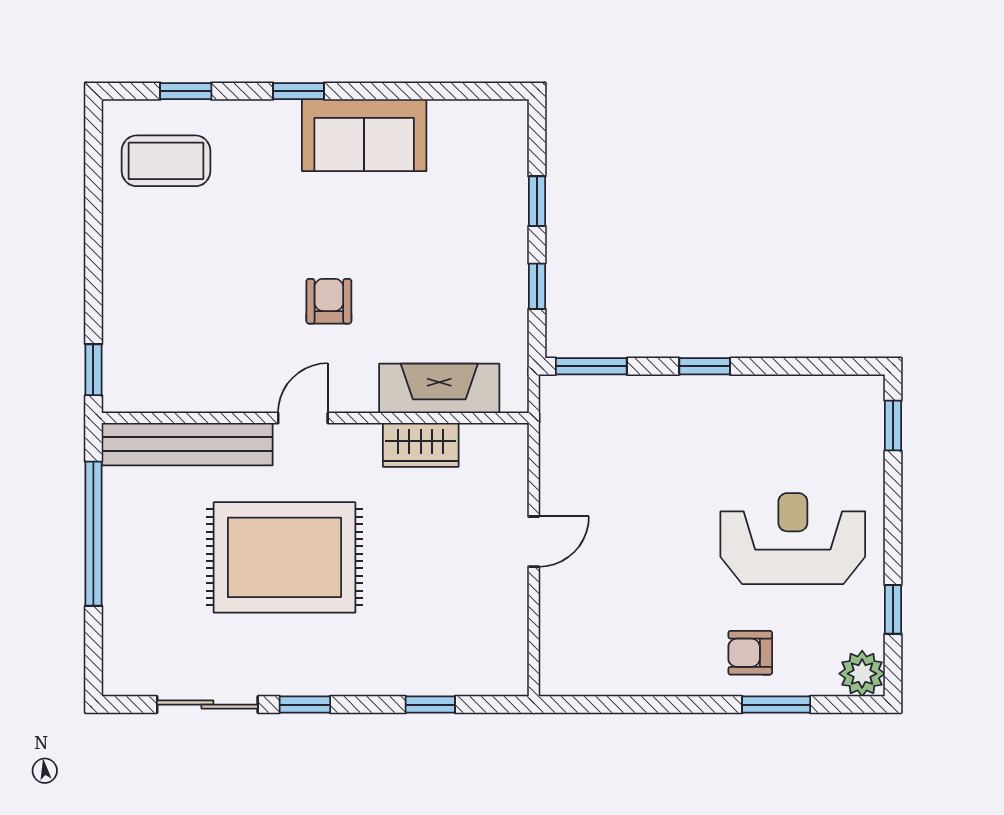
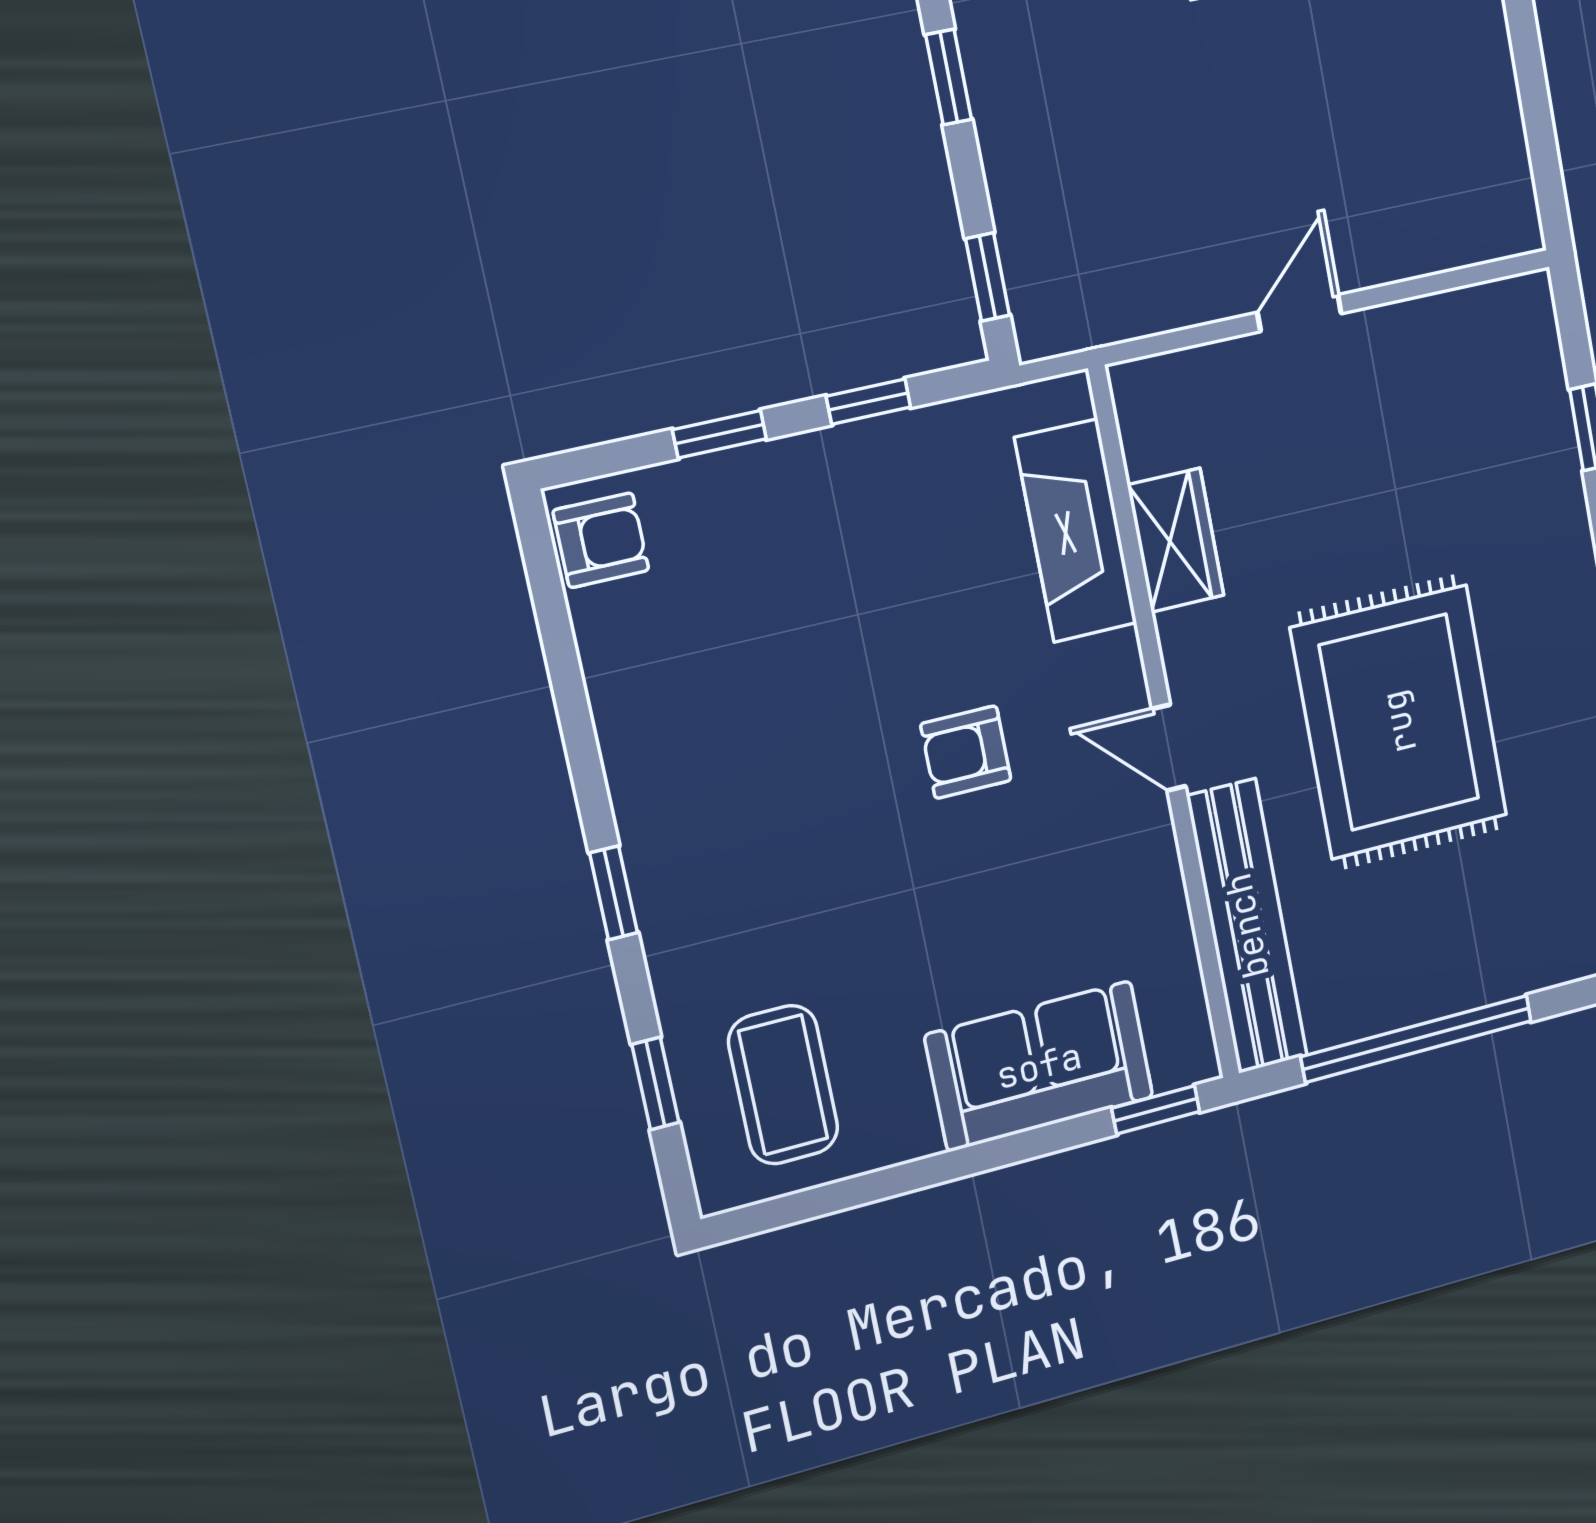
armchair: (494, 125) -> (601, 540), added
sofa: (364, 135) -> (1039, 1066), moved, turned -90
window: (591, 366) -> (988, 277), width x0.67
door: (534, 542) -> (1299, 313), hinge flipped

